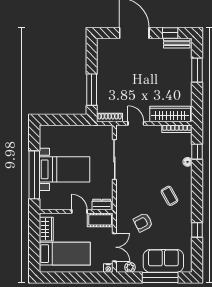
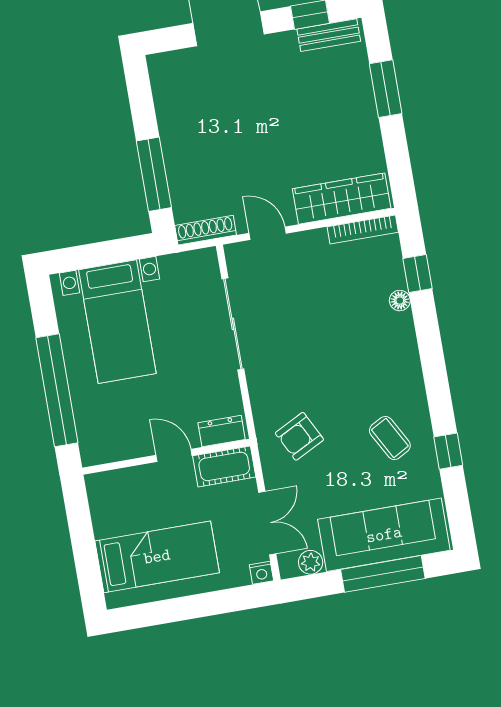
bed with nightstands: (64, 169) -> (117, 322), moved, turned 90
coffee table: (169, 196) -> (390, 438), moved
armchair: (143, 222) -> (299, 436), moved
wardrobe: (46, 229) -> (106, 509), removed
sofa: (163, 261) -> (384, 535), width x1.36

